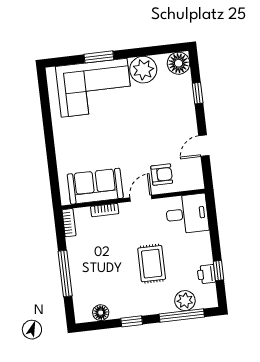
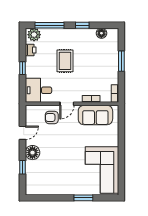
floor lamp: (179, 63) -> (32, 153), moved
plant: (143, 70) -> (56, 186), removed
corner sofa: (94, 88) -> (102, 170), moved, turned -90
window: (218, 270) -> (22, 68), moved
window: (65, 273) -> (121, 61), width x0.69
plant: (185, 301) -> (34, 35), moved

